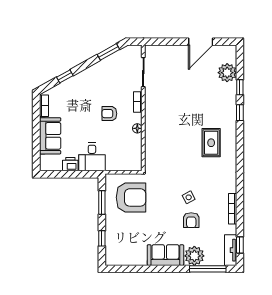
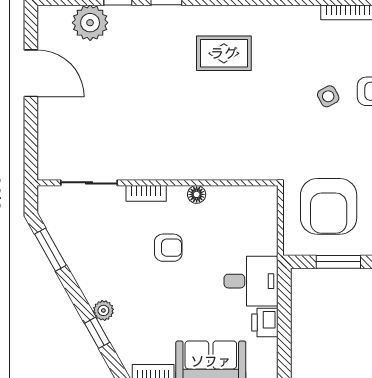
plant: (77, 80) -> (103, 310), added
armchair: (109, 114) -> (168, 248), turned -90
armchair: (131, 197) -> (329, 206), turned 180

